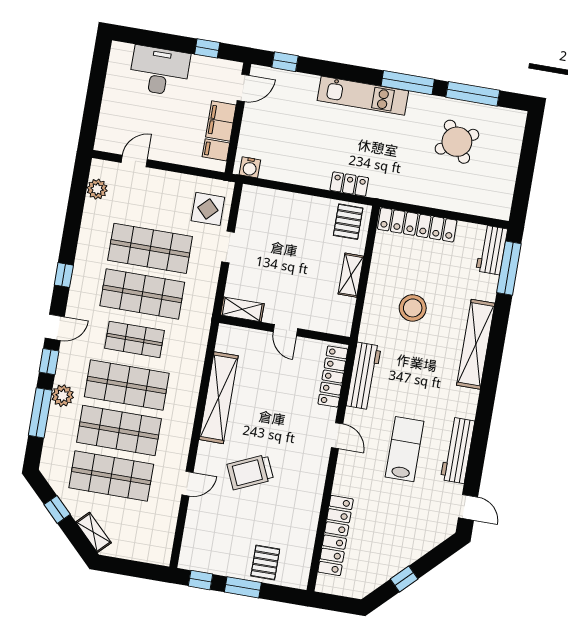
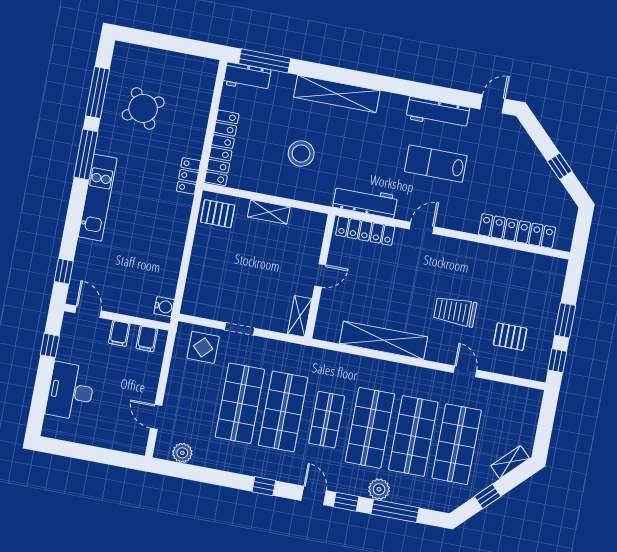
filing cabinet: (221, 121) -> (119, 333), width x0.50
locker: (349, 184) -> (188, 176), moved
trolley: (250, 472) -> (455, 311), turned 114
pallet: (265, 563) -> (510, 337), moved

